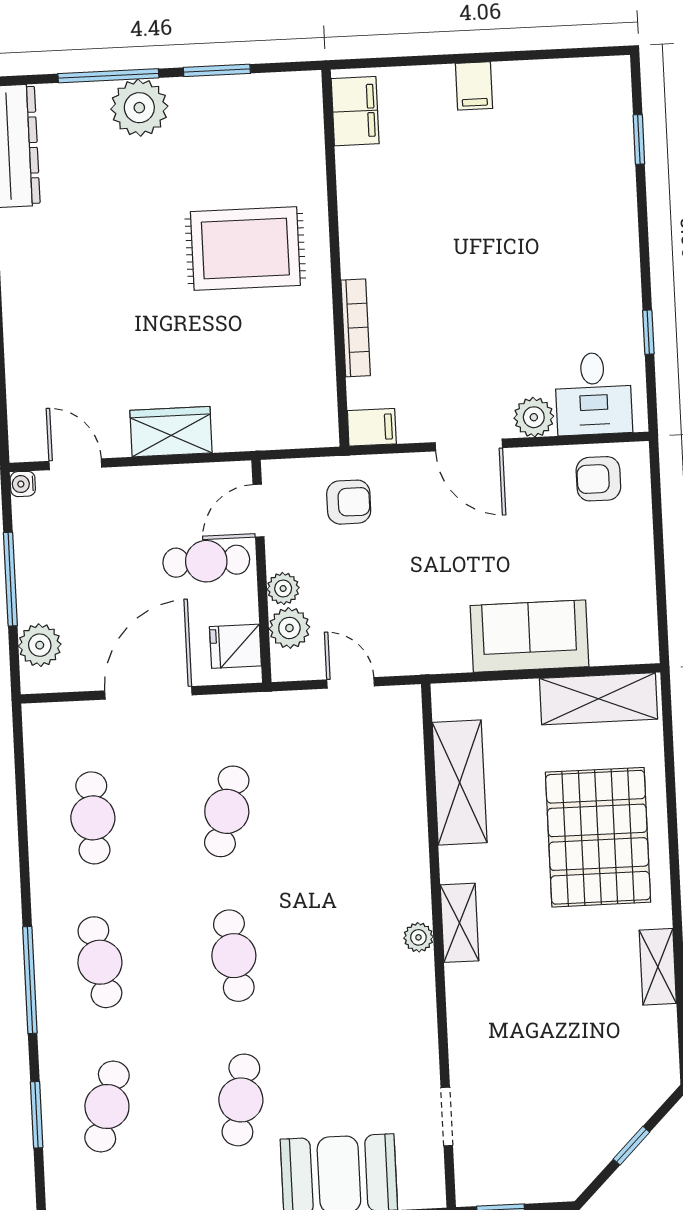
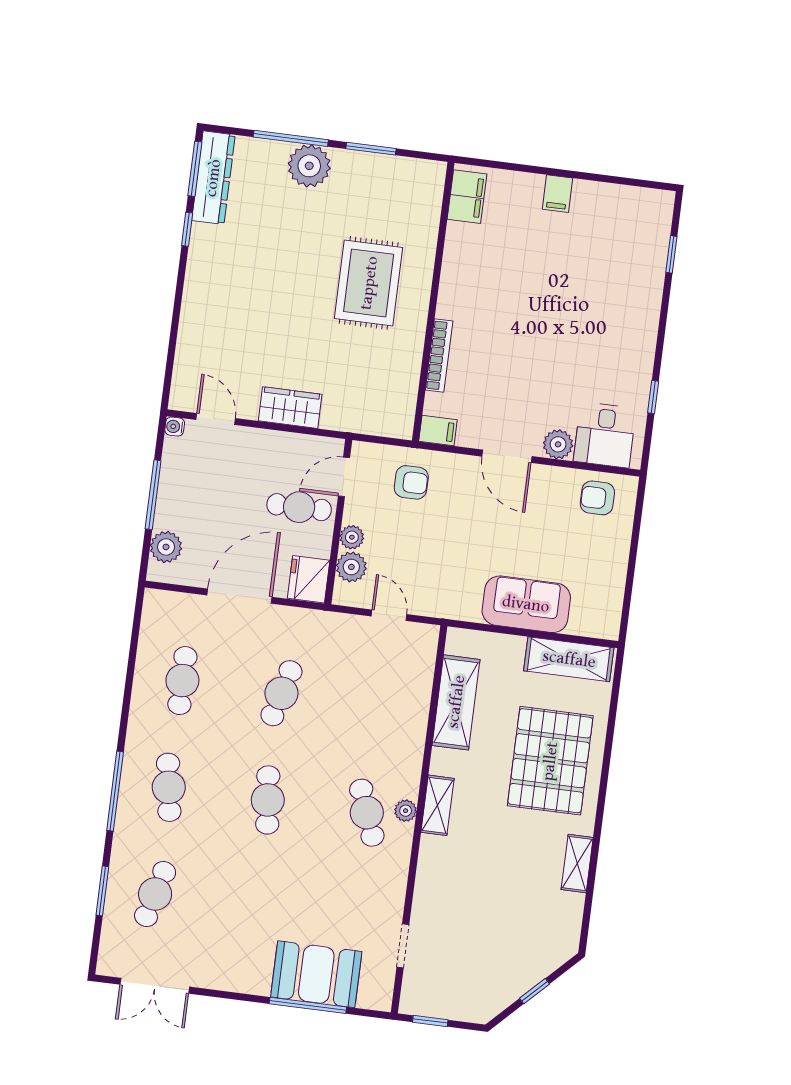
rug: (245, 249) -> (369, 283), turned 90
fridge: (235, 646) -> (309, 579), width x1.38
cafe table: (241, 1100) -> (367, 813), moved, turned -30

